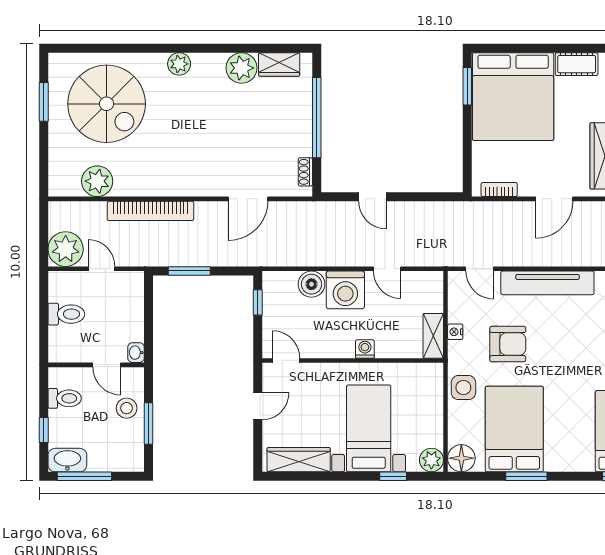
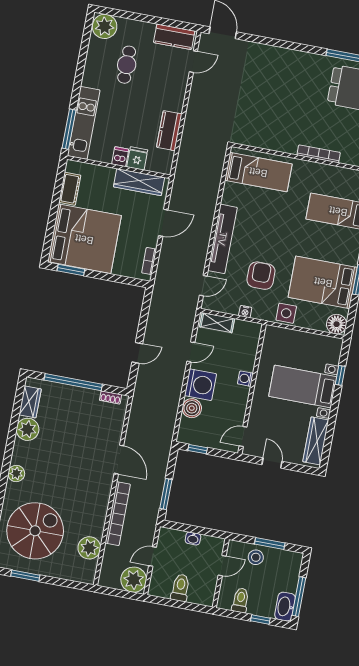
door: (248, 199) -> (119, 460), moved
door: (554, 199) -> (163, 223), hinge flipped
shelving: (433, 336) -> (217, 323), moved
washbasin: (136, 353) -> (193, 538), moved
plant: (431, 460) -> (334, 346), removed

